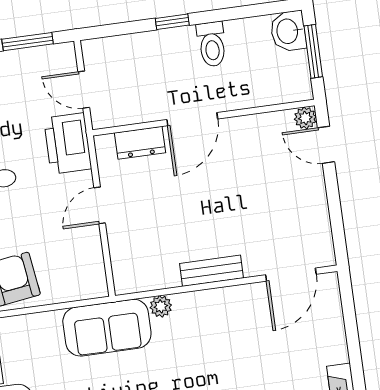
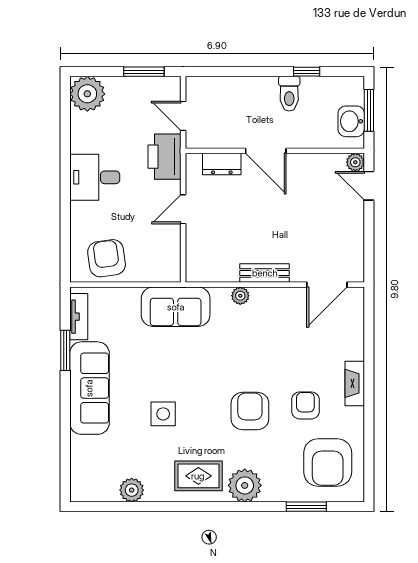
window: (172, 22) -> (307, 72), moved
washbasin: (288, 31) -> (351, 121), moved
door: (192, 119) -> (266, 151), hinge flipped
plant: (161, 306) -> (240, 296), moved

